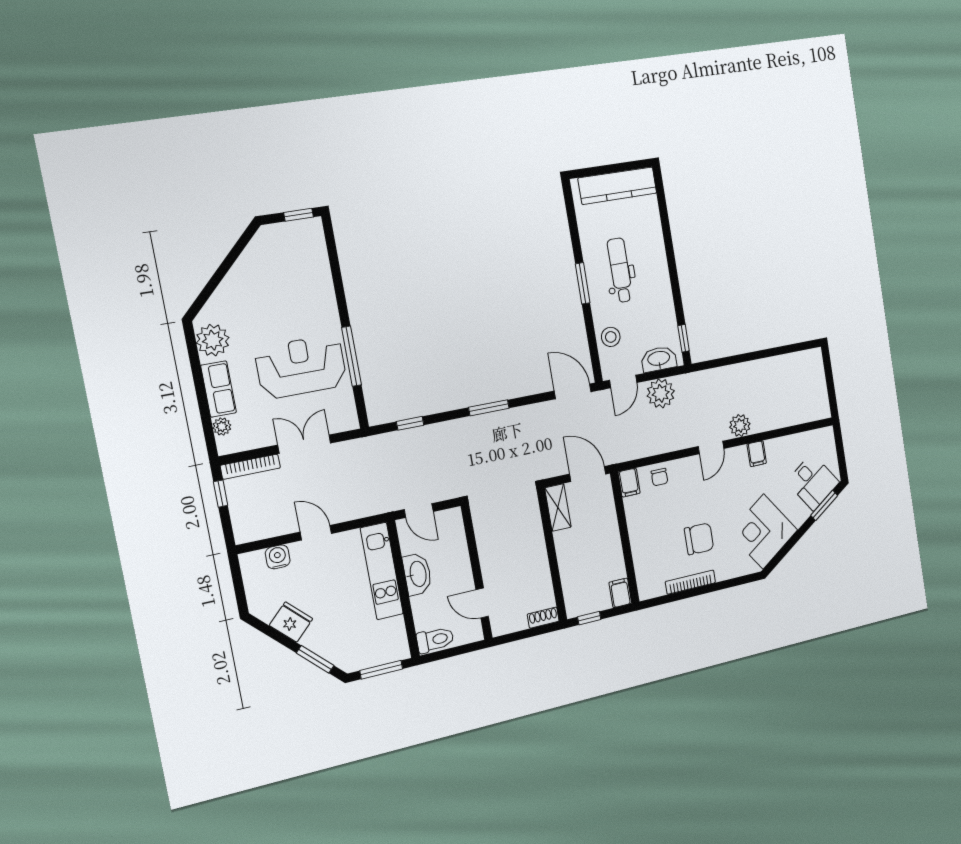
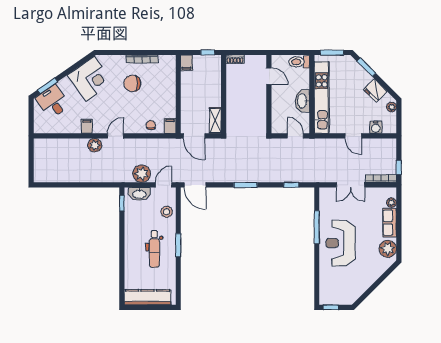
reception desk: (301, 367) -> (341, 243), moved, turned 90
kitchen unit: (382, 571) -> (322, 97), width x1.36
plant: (256, 600) -> (391, 107), added

